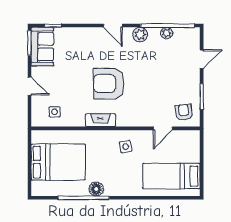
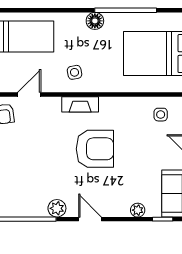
plant: (167, 33) -> (138, 210), moved
fireplace: (100, 120) -> (80, 104), moved
floor lamp: (96, 189) -> (95, 21), moved

